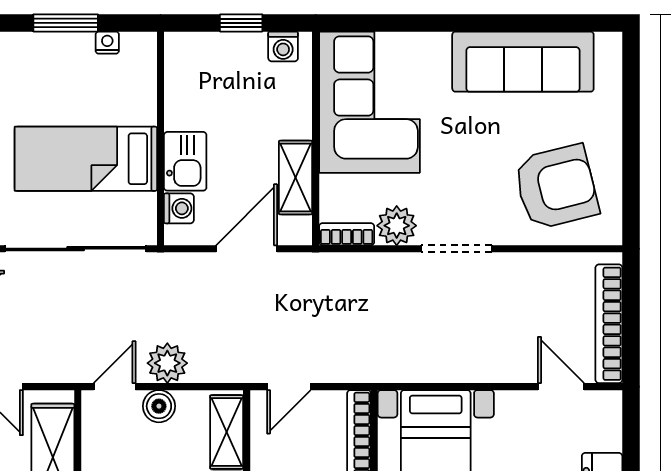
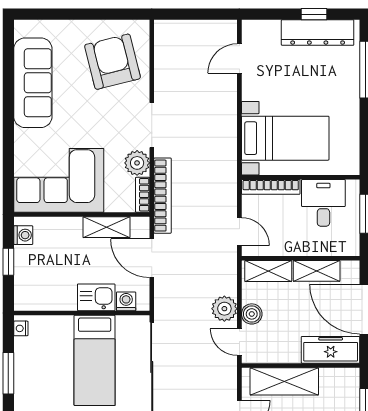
nightstand: (107, 43) -> (21, 328), moved
bookcase: (609, 324) -> (162, 196), moved, turned -90

